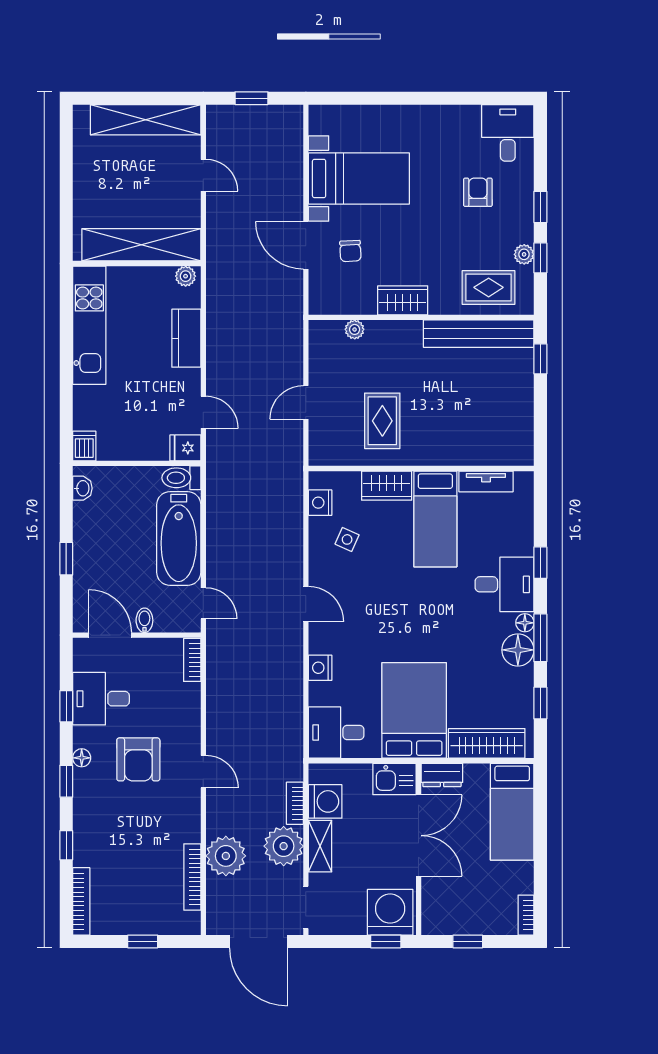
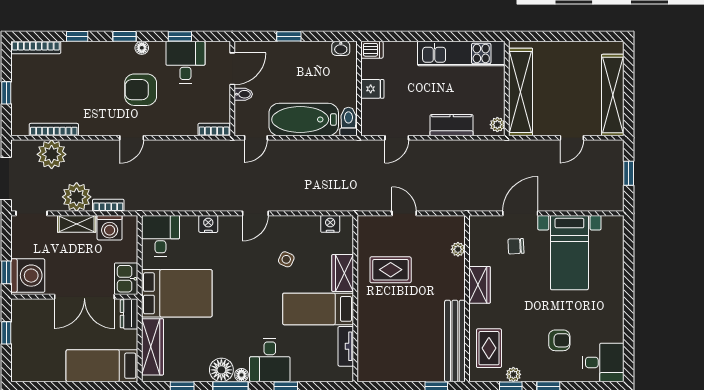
fridge: (185, 448) -> (372, 89), moved, turned 90
side table: (347, 539) -> (286, 259), moved
plant: (226, 856) -> (52, 154), moved
bookcase: (526, 915) -> (26, 376), removed

